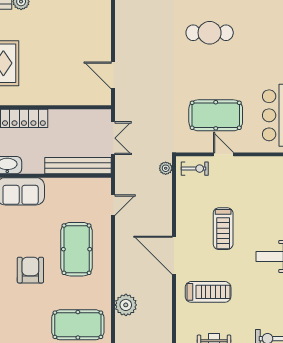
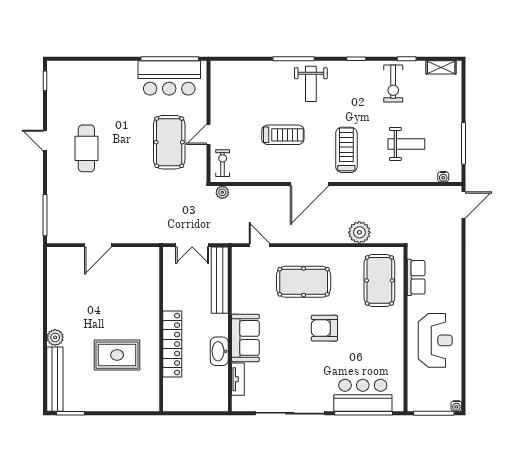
door: (113, 75) -> (98, 245), moved
double door: (113, 138) -> (192, 245), swing flipped

